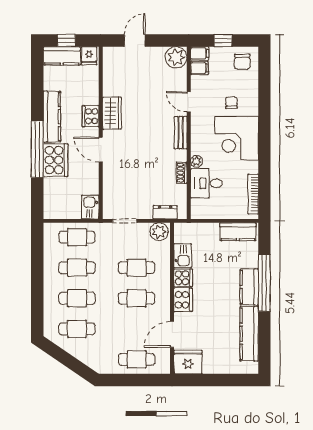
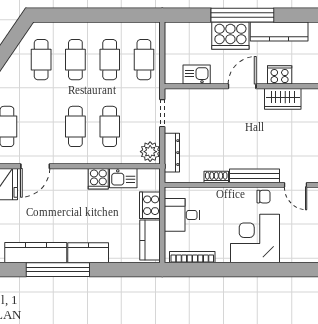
door: (189, 102) -> (296, 185), swing flipped
chair: (231, 103) -> (264, 197), moved
bench: (181, 133) -> (255, 176), width x1.36
plant: (197, 161) -> (229, 194), removed
desk: (206, 183) -> (182, 215), moved, turned -90
kitchen sink: (90, 207) -> (197, 75), moved
dresser: (165, 212) -> (172, 153), width x1.44
window: (264, 283) -> (58, 270), moved
cooker: (183, 300) -> (150, 205), moved, turned 90
door: (172, 334) -> (35, 166), swing flipped

